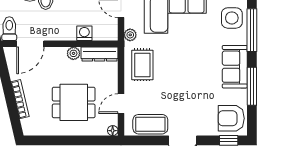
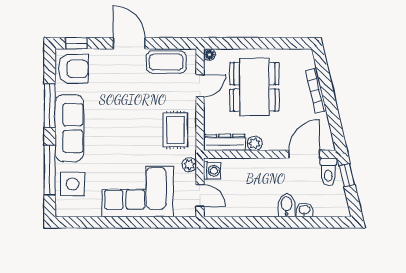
washing machine: (84, 33) -> (212, 171), moved, turned -90
sofa: (235, 67) -> (69, 128), width x1.36
dining table: (74, 102) -> (254, 87), width x1.38

